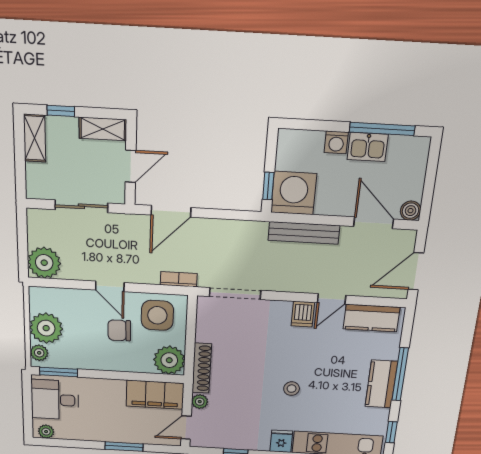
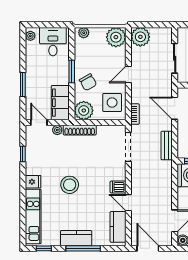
bench: (304, 233) -> (167, 146), moved, width x0.73
plant: (46, 328) -> (116, 37), moved
chair: (119, 330) -> (88, 82), moved, turned 152
window: (59, 372) -> (72, 71), moved
stool: (292, 389) -> (70, 185), width x1.89, depth x1.89

